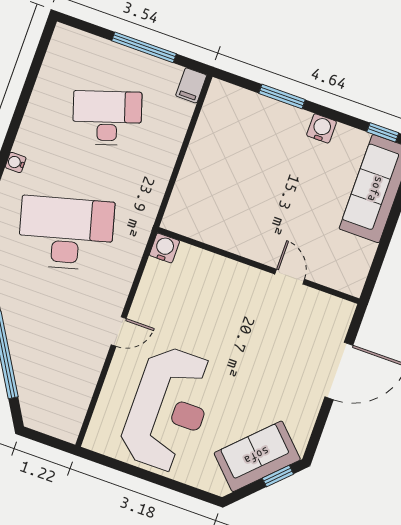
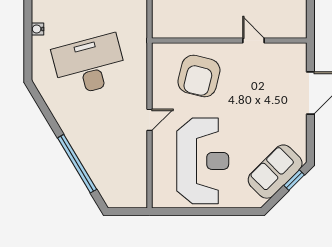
water cooler: (164, 248) -> (161, 51), removed
armchair: (203, 298) -> (199, 76), added

